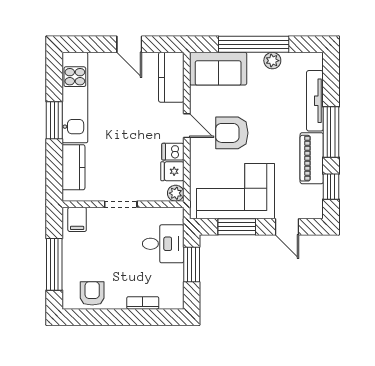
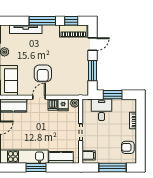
piano: (312, 158) -> (73, 31), moved
corner sofa: (236, 191) -> (74, 71), removed

